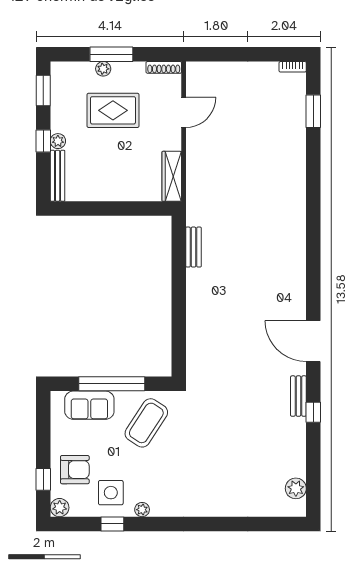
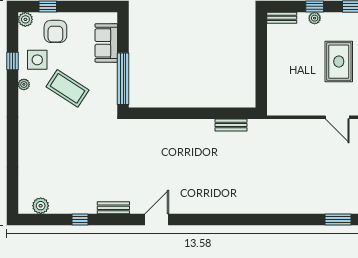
bench: (58, 176) -> (282, 18), width x0.73
wardrobe: (172, 176) -> (287, 108), removed
door: (313, 341) -> (157, 220), width x0.73
window: (112, 384) -> (123, 79), moved
window: (313, 412) -> (80, 220), moved
coffee table: (146, 423) -> (67, 88), moved

